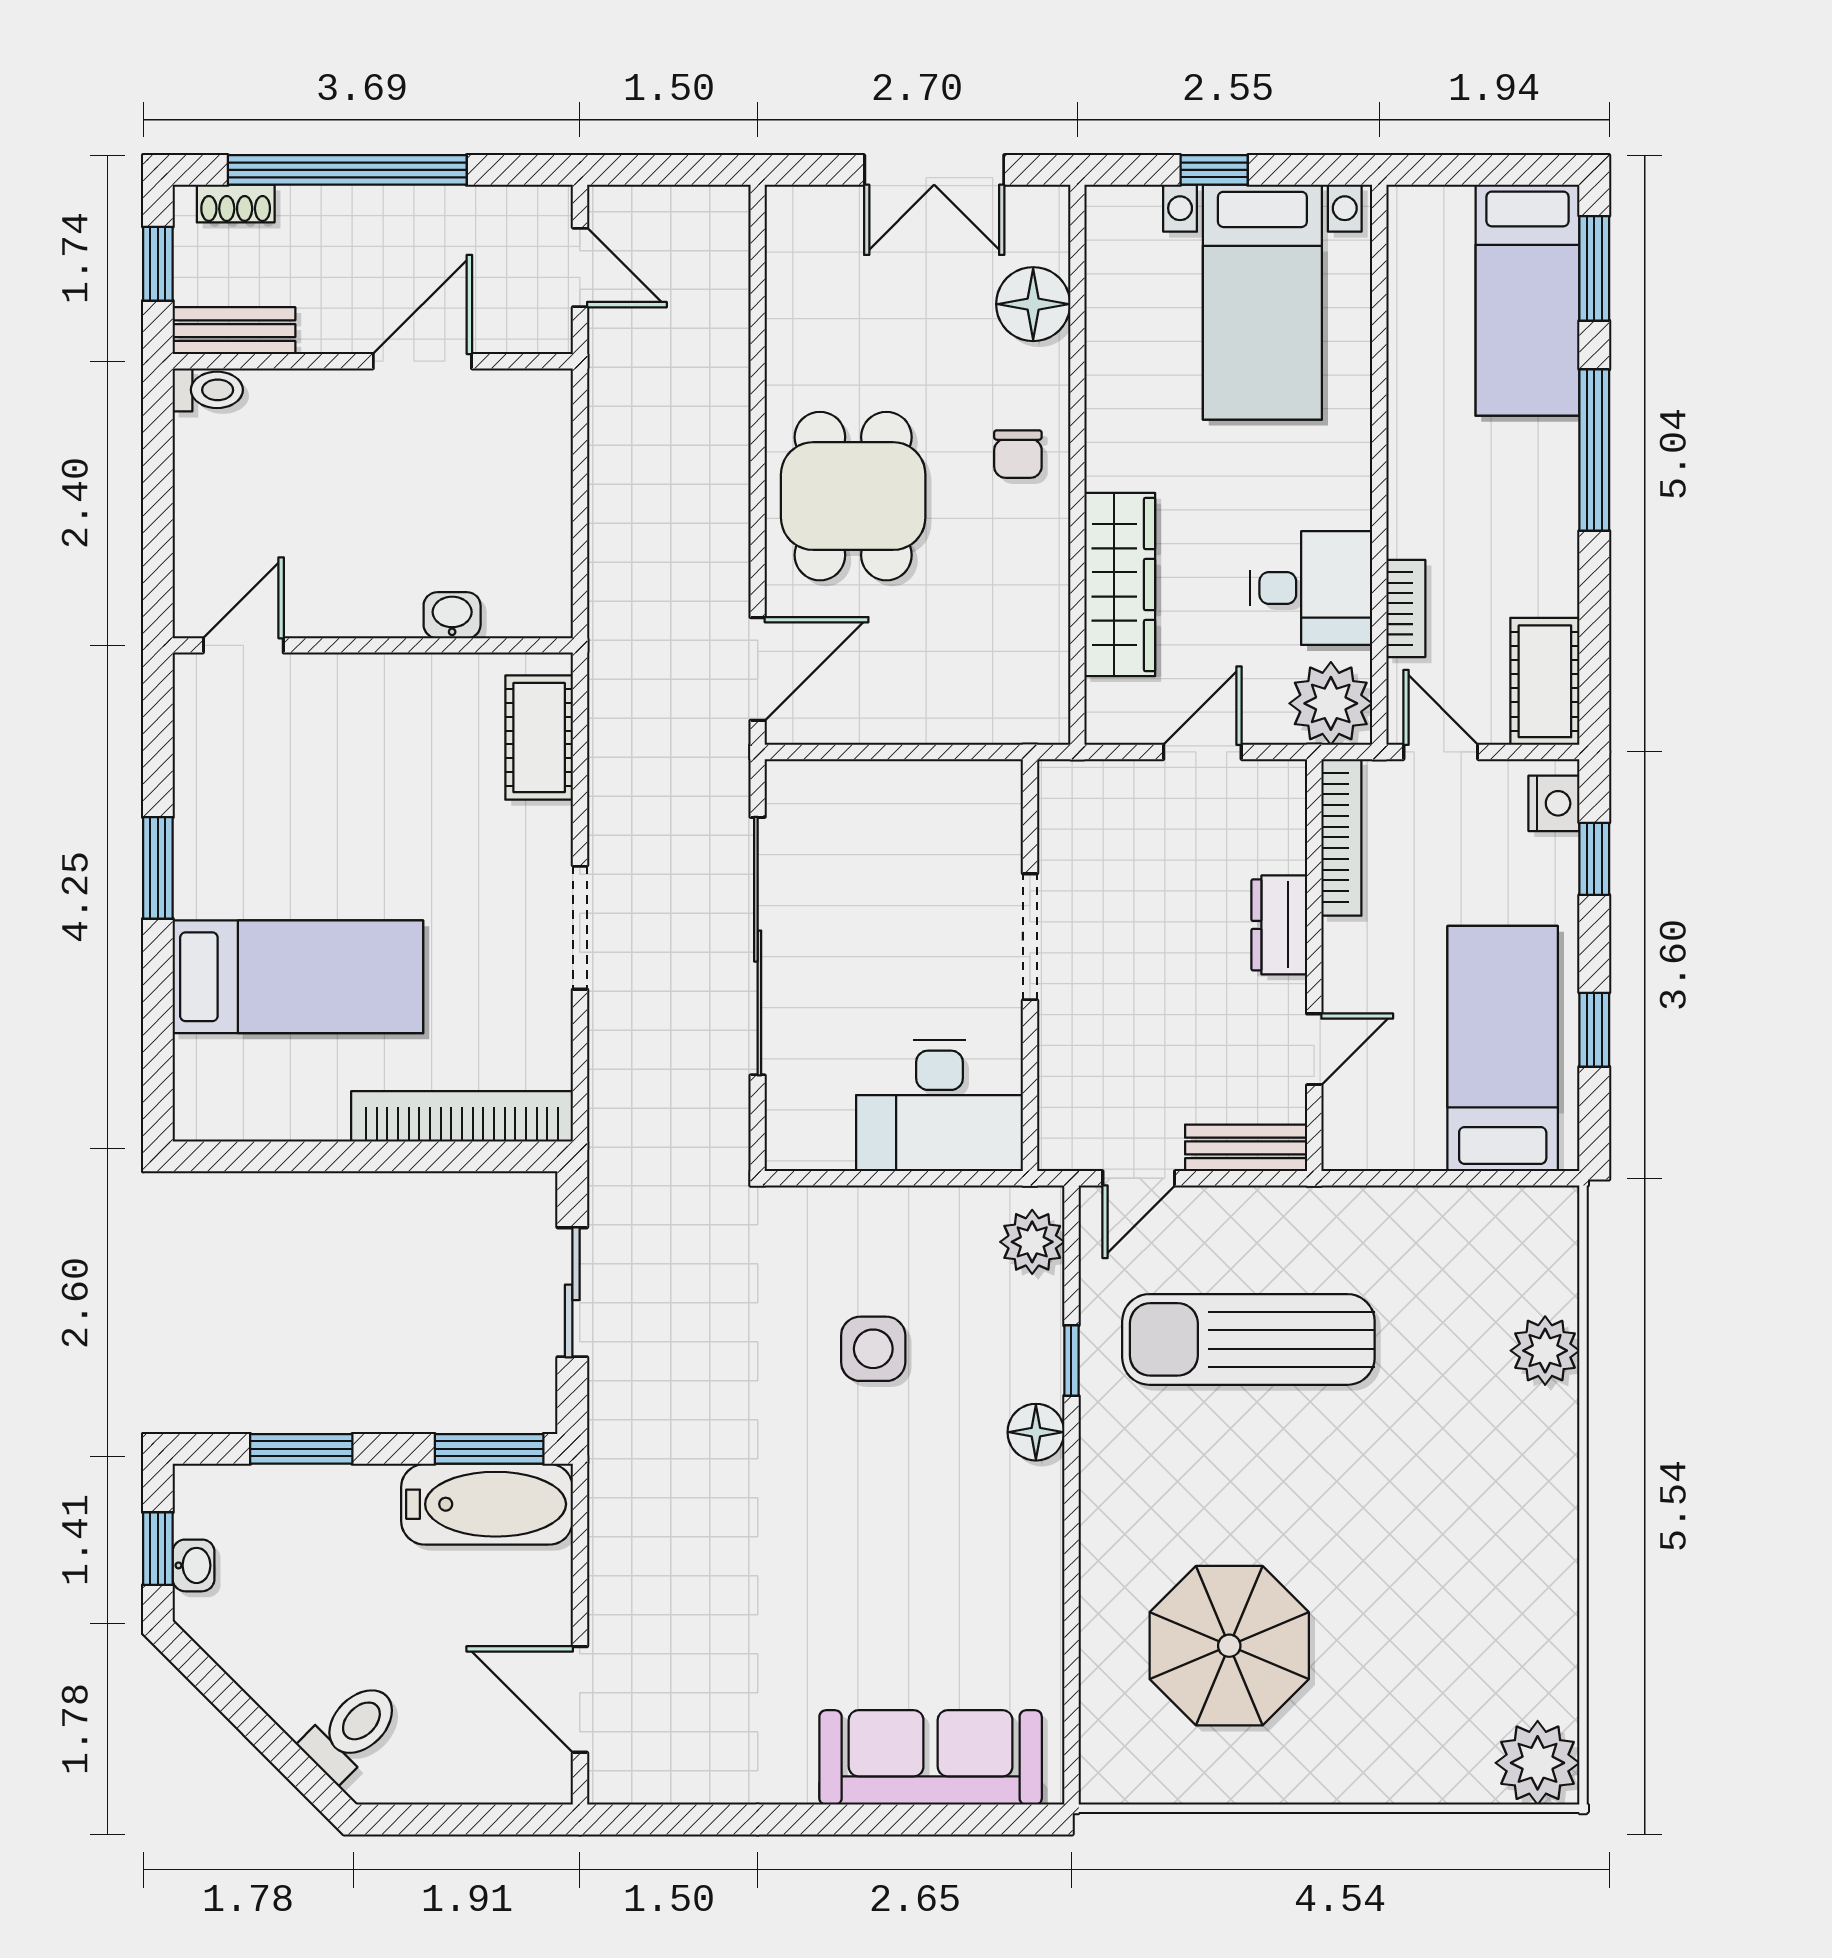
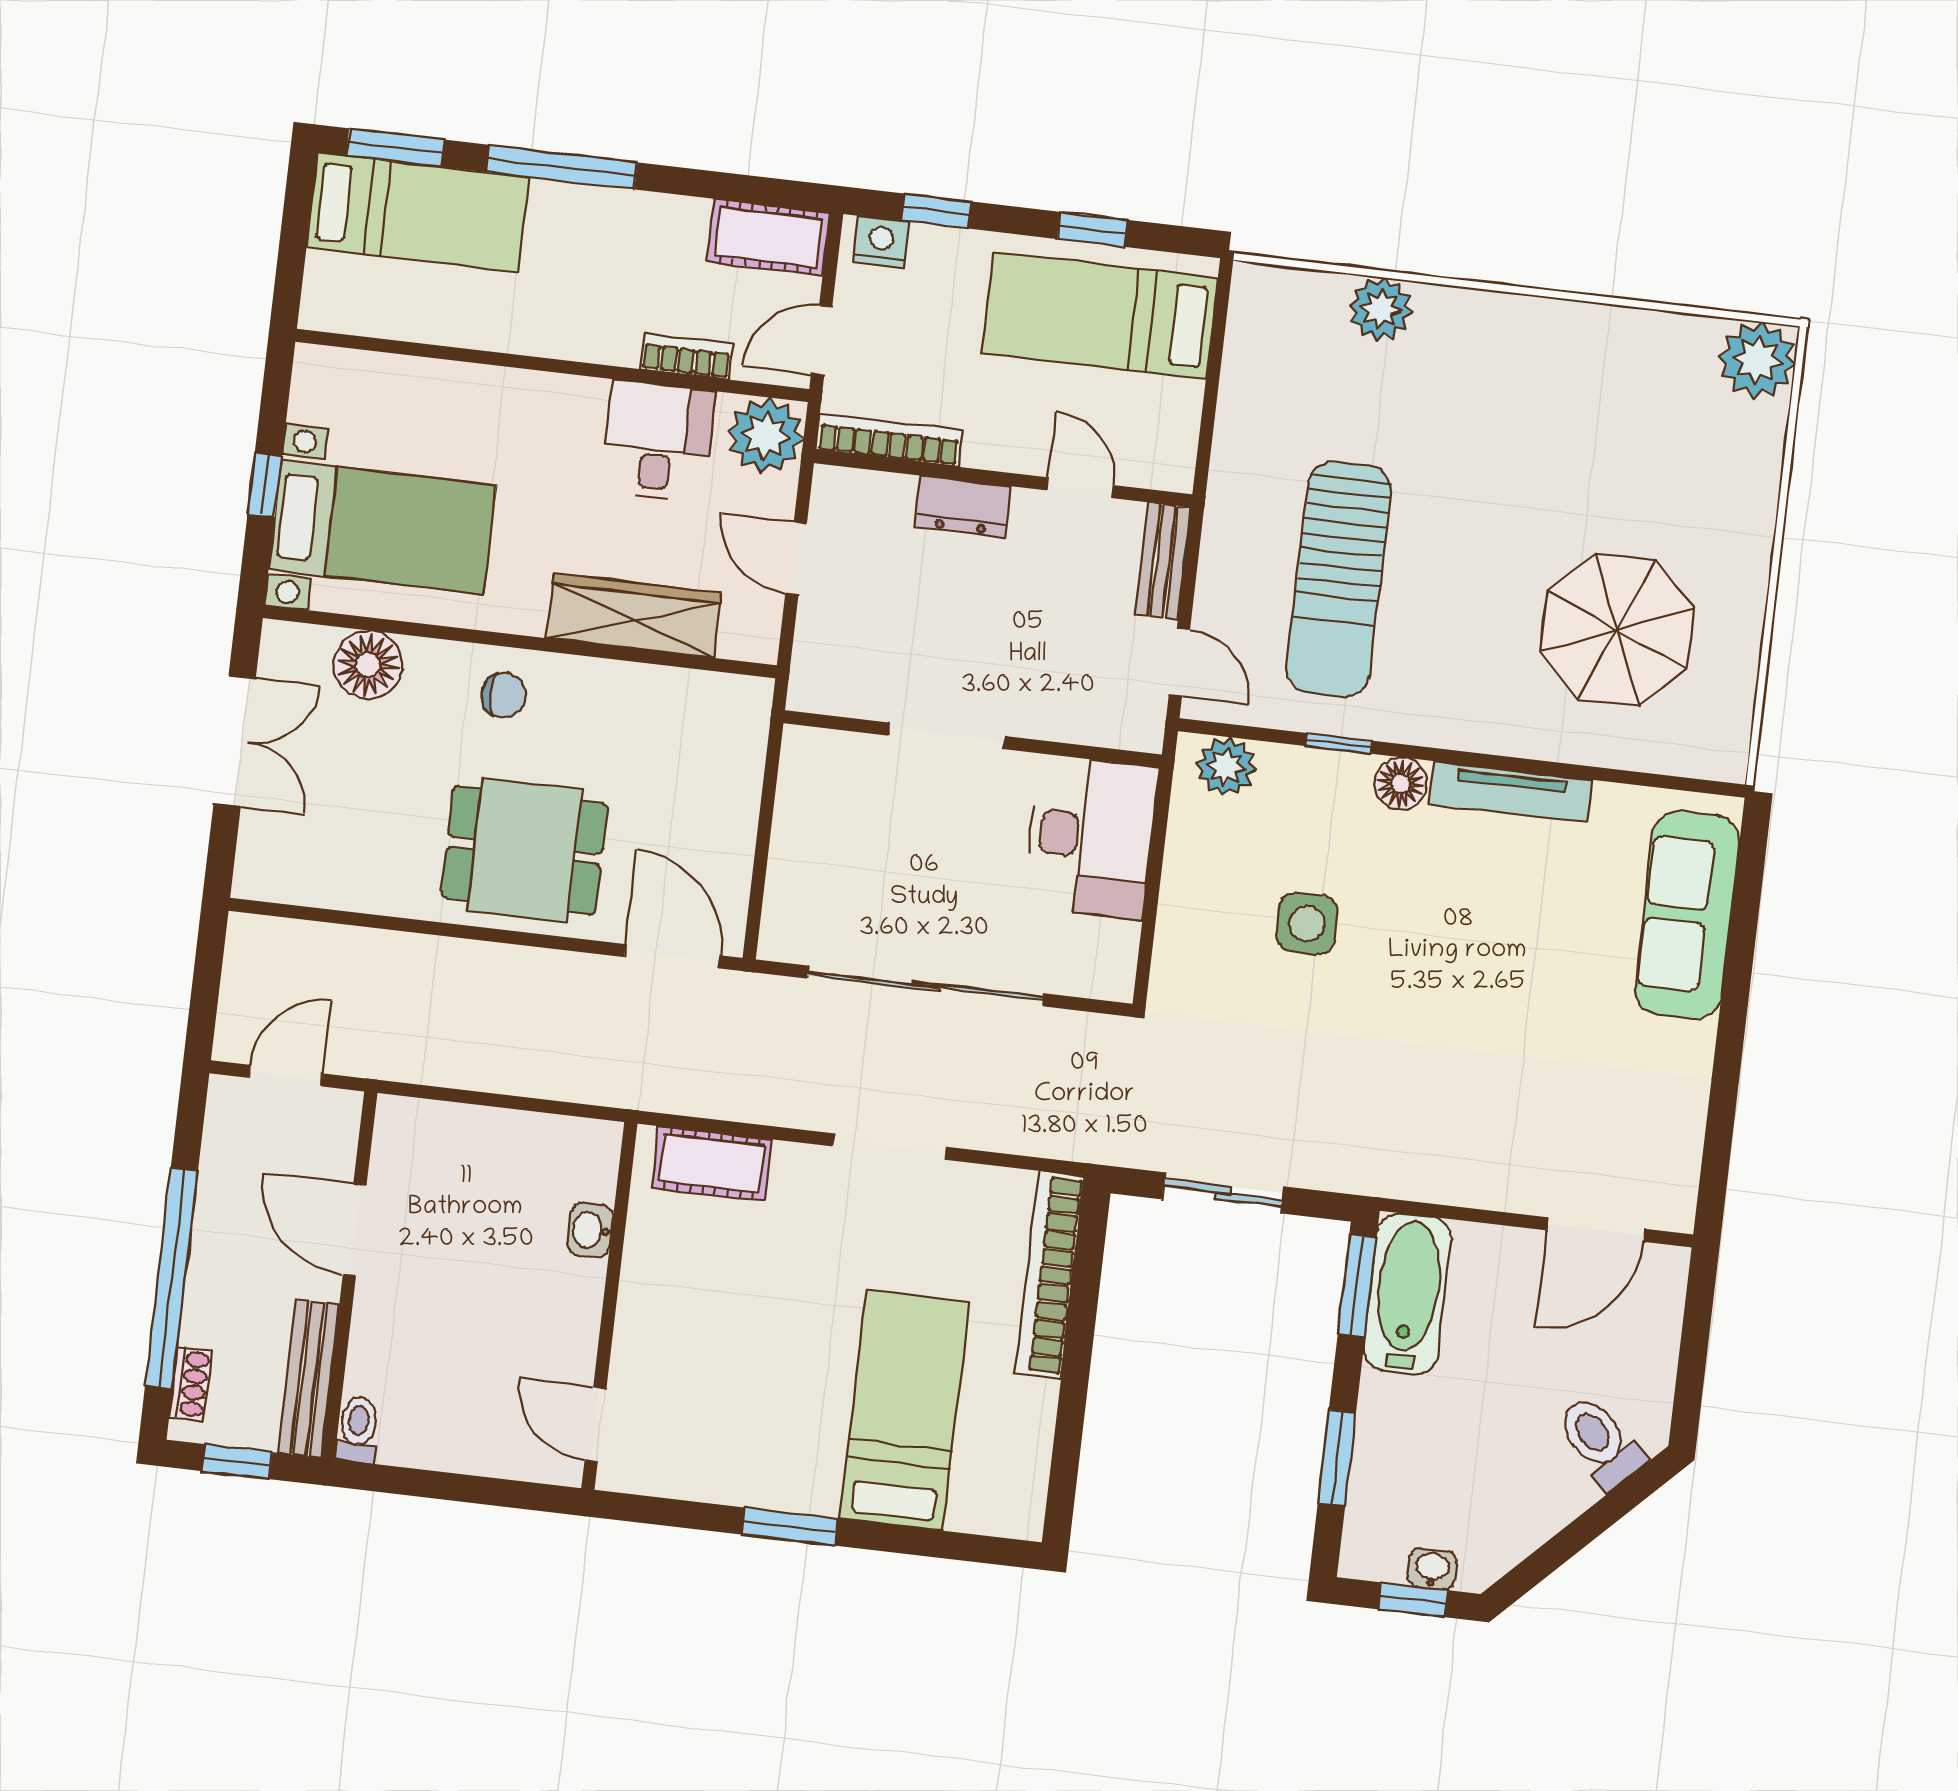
bed with nightstands: (1262, 302) -> (382, 527), moved
bench: (234, 331) -> (309, 1379), width x1.36
tv unit: (1041, 1552) -> (1511, 792), added

